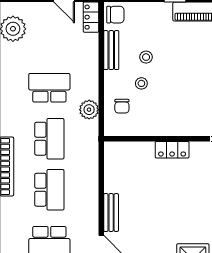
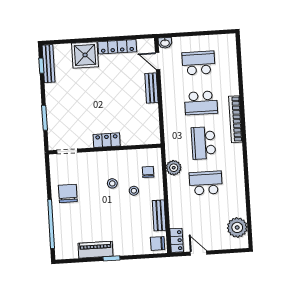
stool: (146, 57) -> (112, 183), moved
school desk: (49, 88) -> (206, 183), turned 180
school desk: (49, 190) -> (201, 103), turned -90

